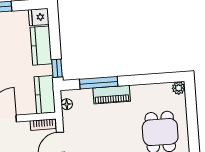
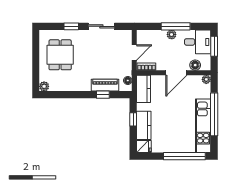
window: (57, 68) -> (133, 119), moved
window: (99, 83) -> (103, 95), width x0.46
piano: (112, 95) -> (105, 85), moved

